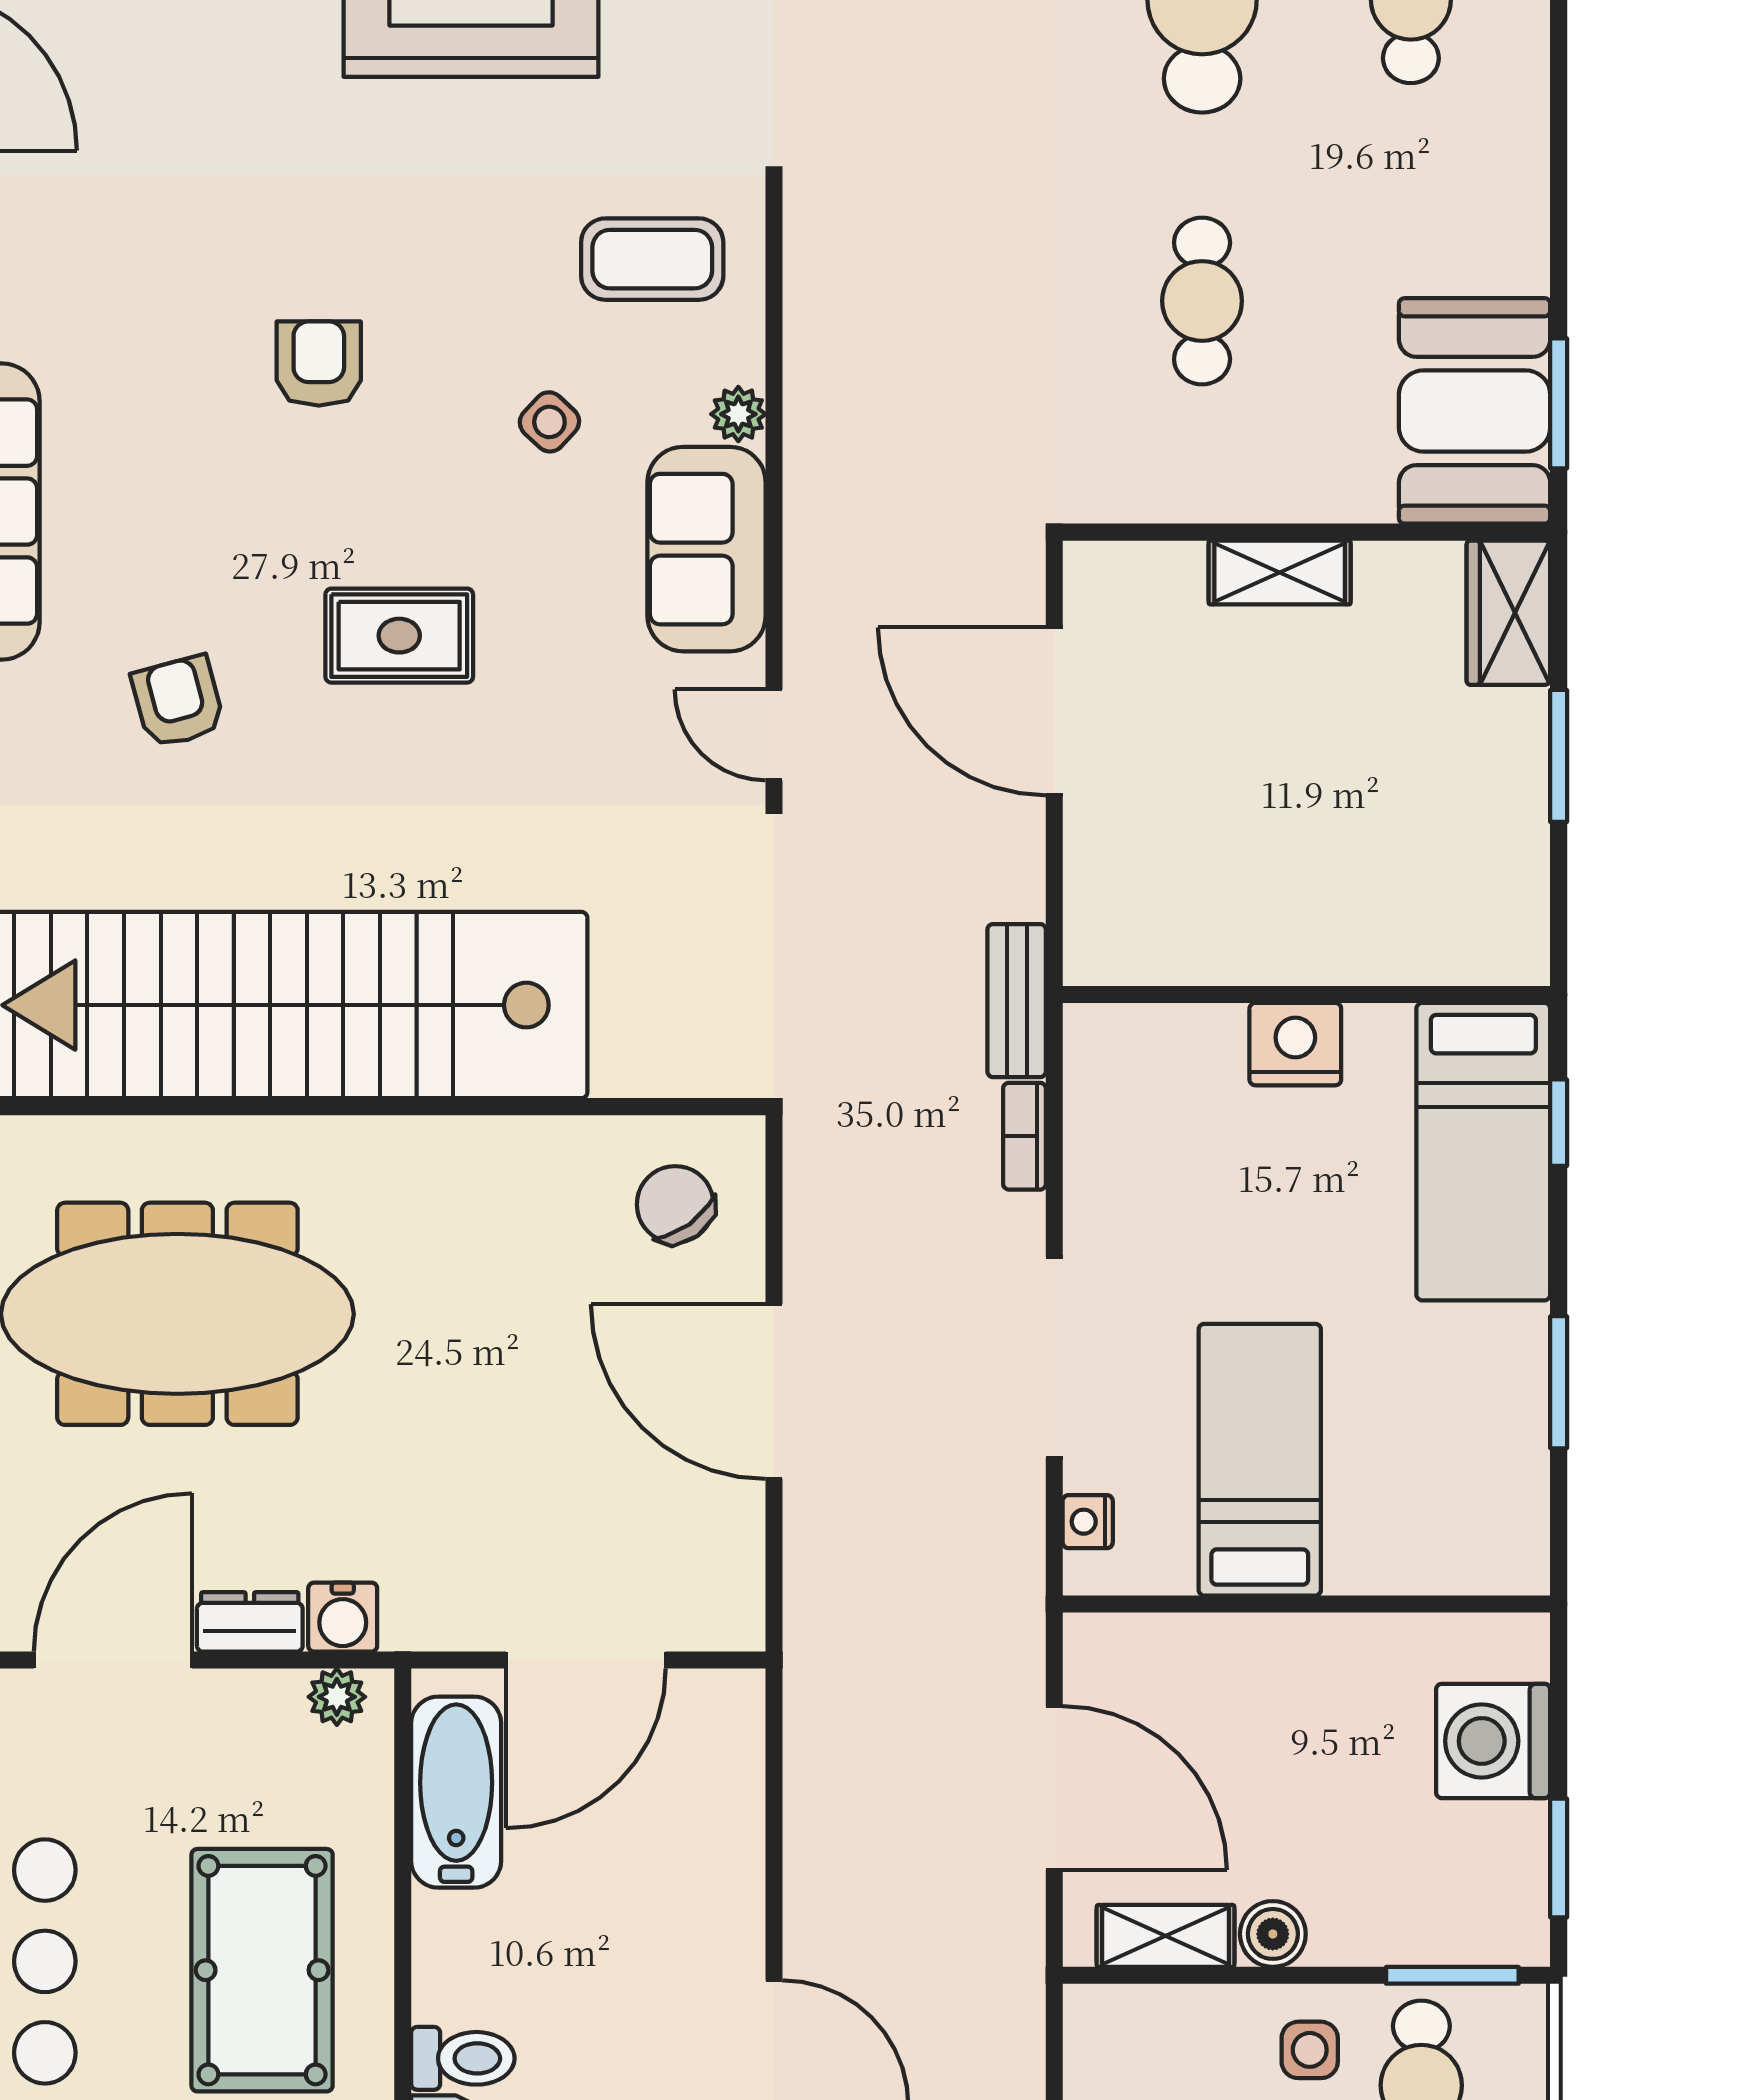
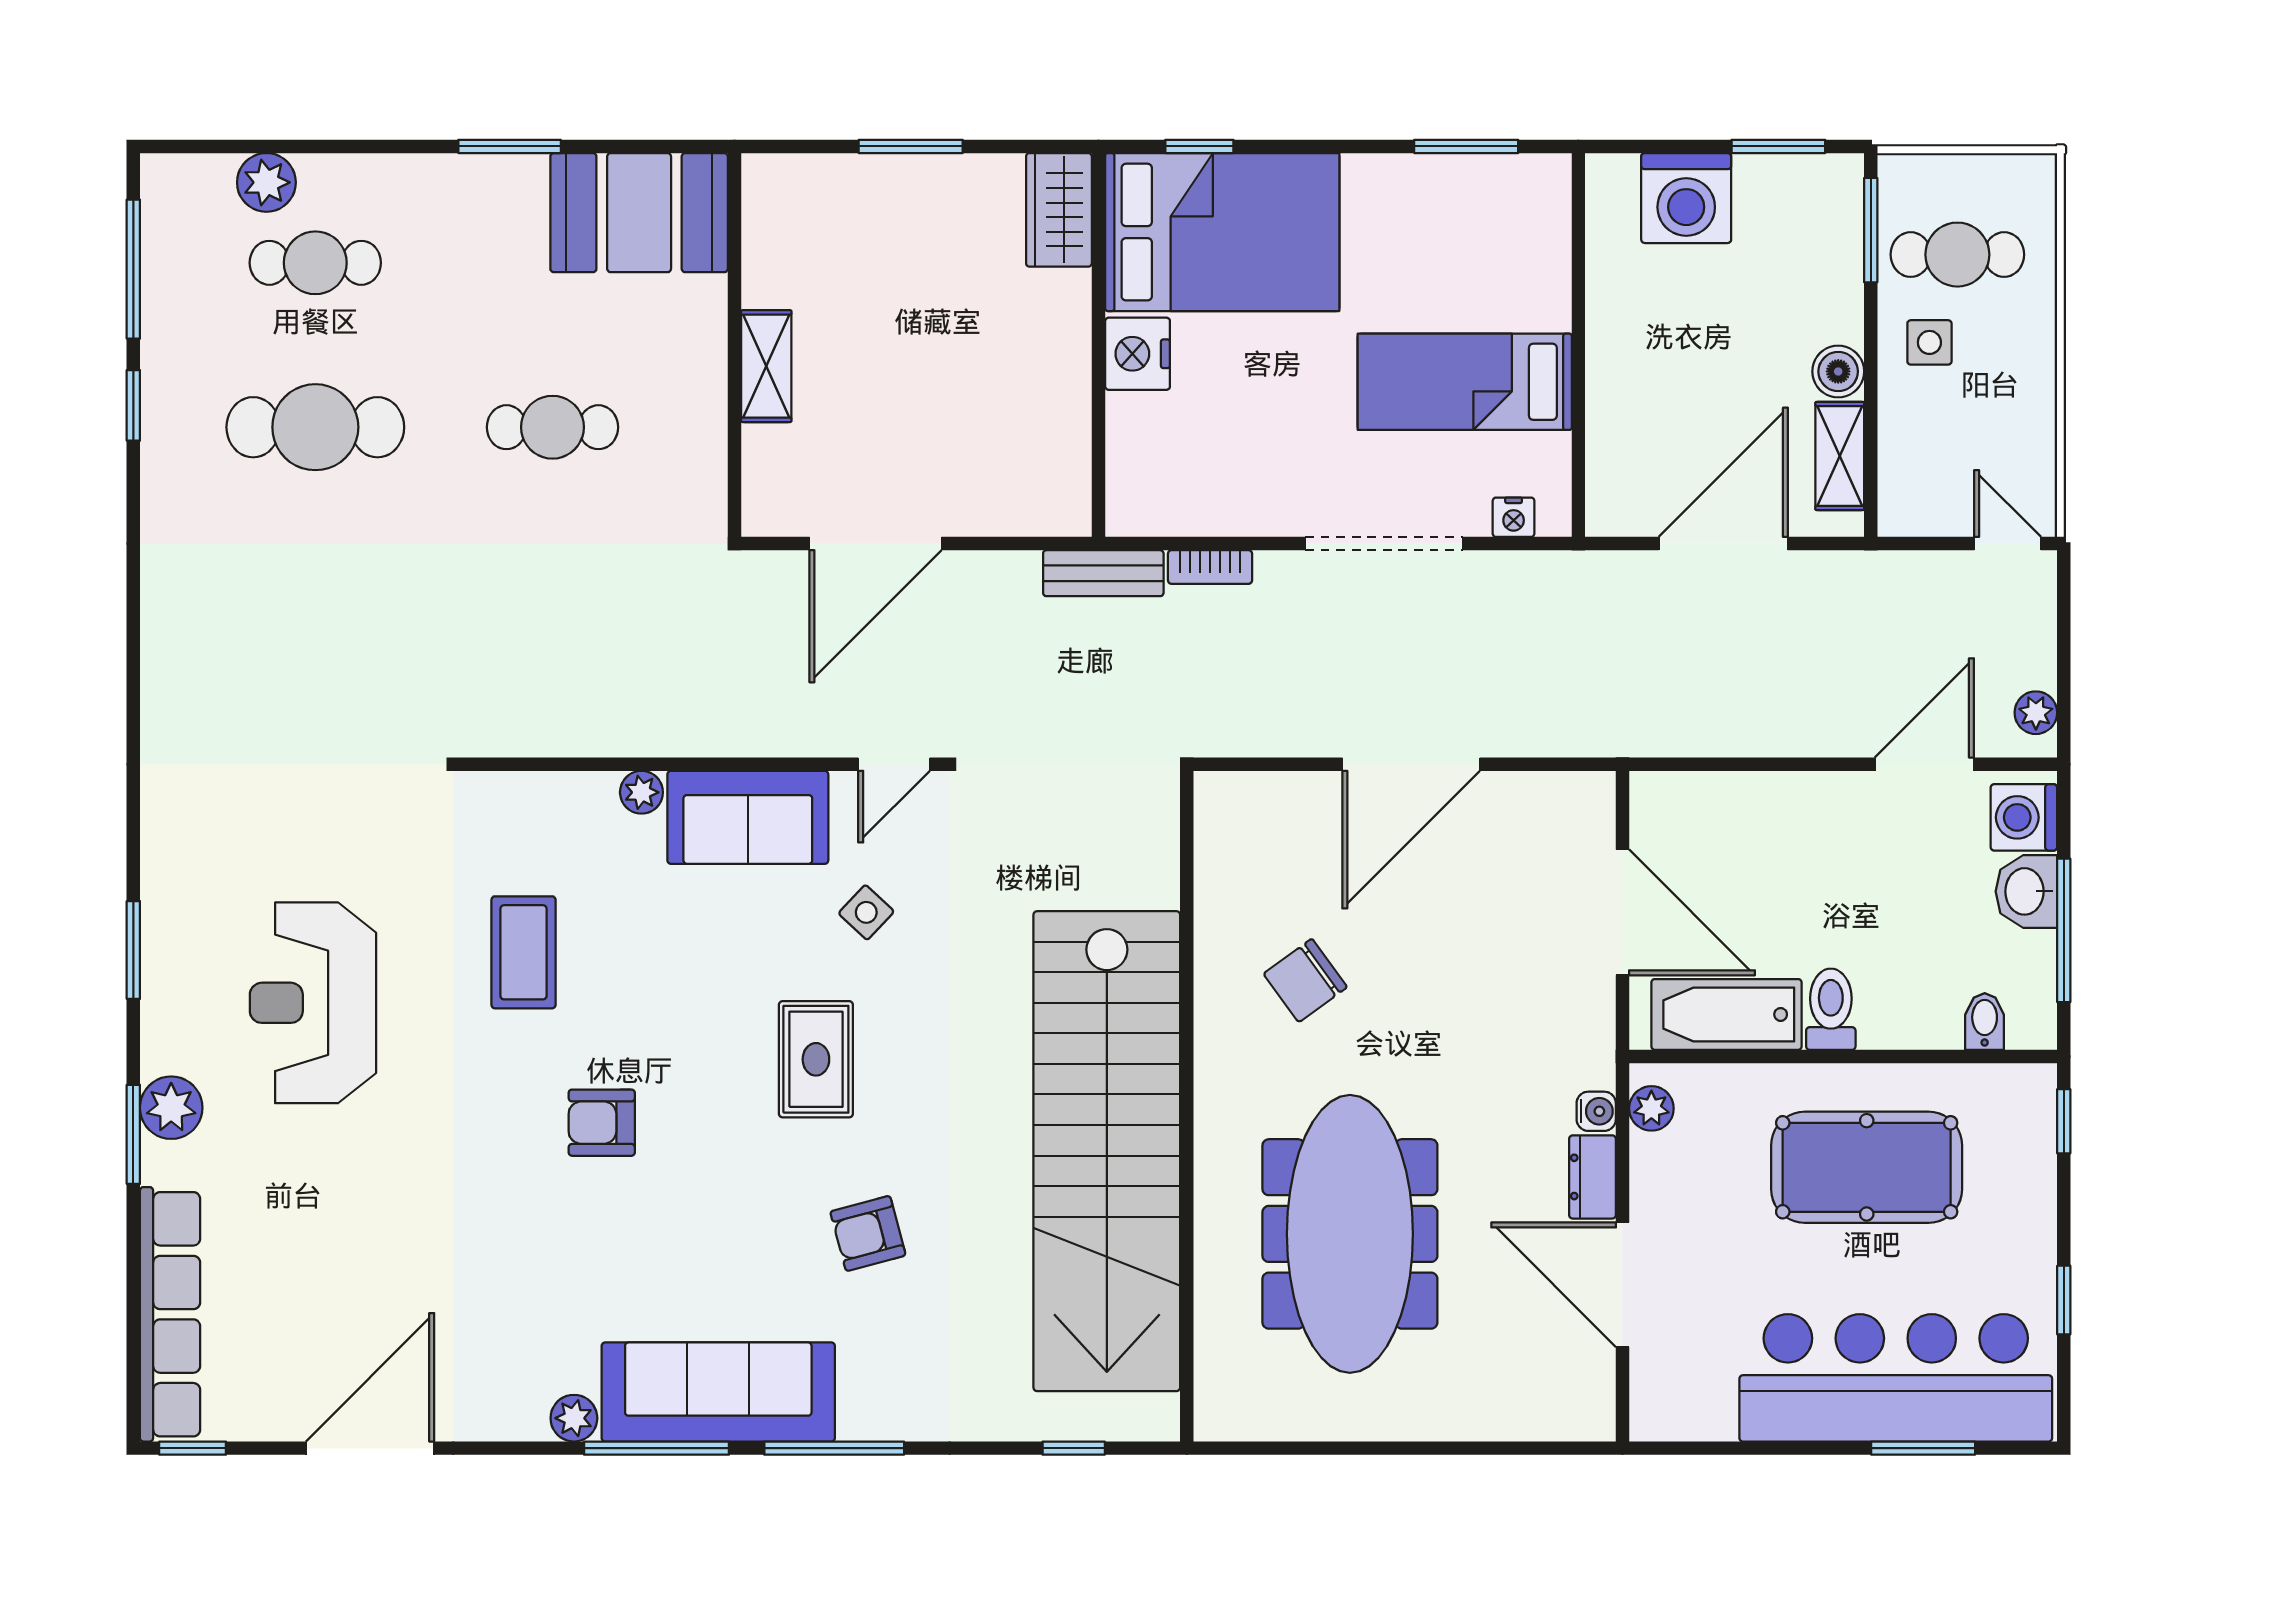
coffee table: (652, 259) -> (524, 952), moved
window: (1559, 403) -> (510, 146), moved
side table: (549, 422) -> (866, 912), moved
wardrobe: (1508, 613) -> (1059, 210), moved, turned 90
bed: (1483, 1152) -> (1222, 232), width x1.50
chair: (675, 1204) -> (1305, 980), moved
window: (1559, 1382) -> (1466, 146), moved
water cooler: (343, 1617) -> (1596, 1111), width x0.72, depth x0.72
toilet: (463, 2058) -> (1831, 1009), moved

